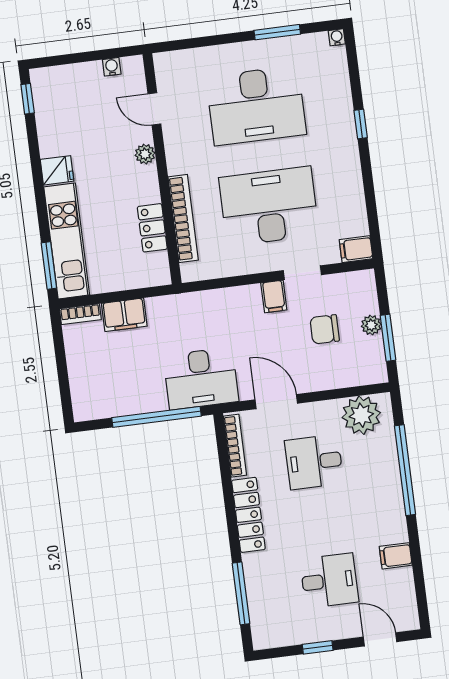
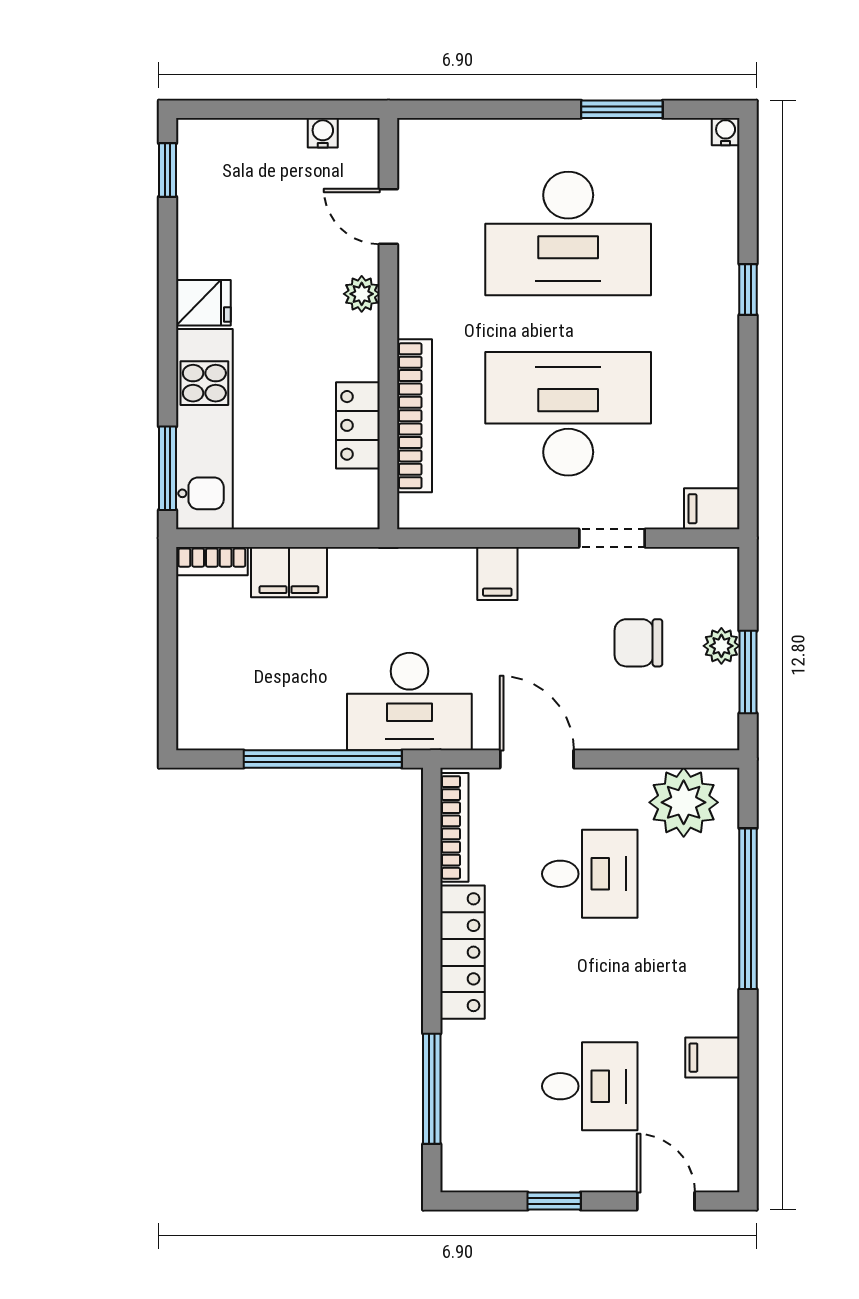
filing cabinet: (274, 296) -> (497, 573), moved
desk: (314, 462) -> (590, 874), turned 180

